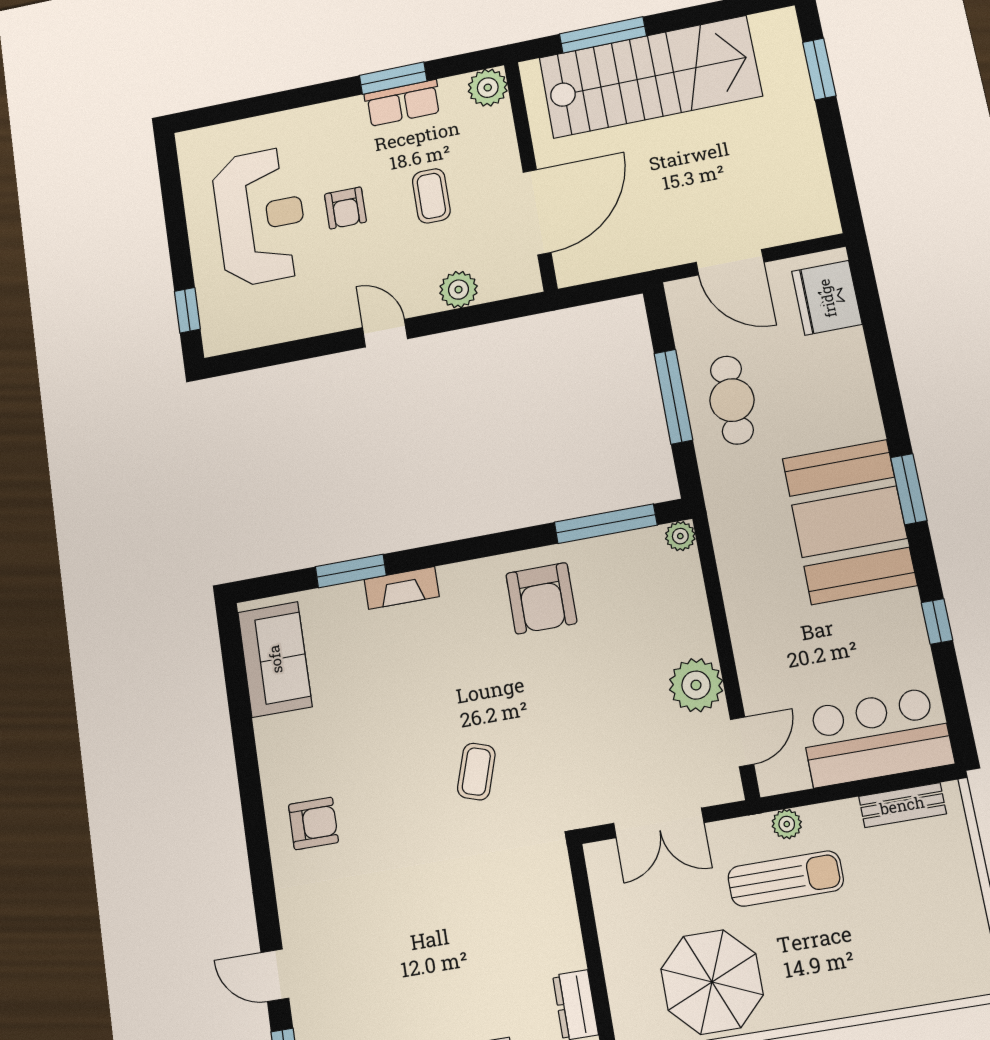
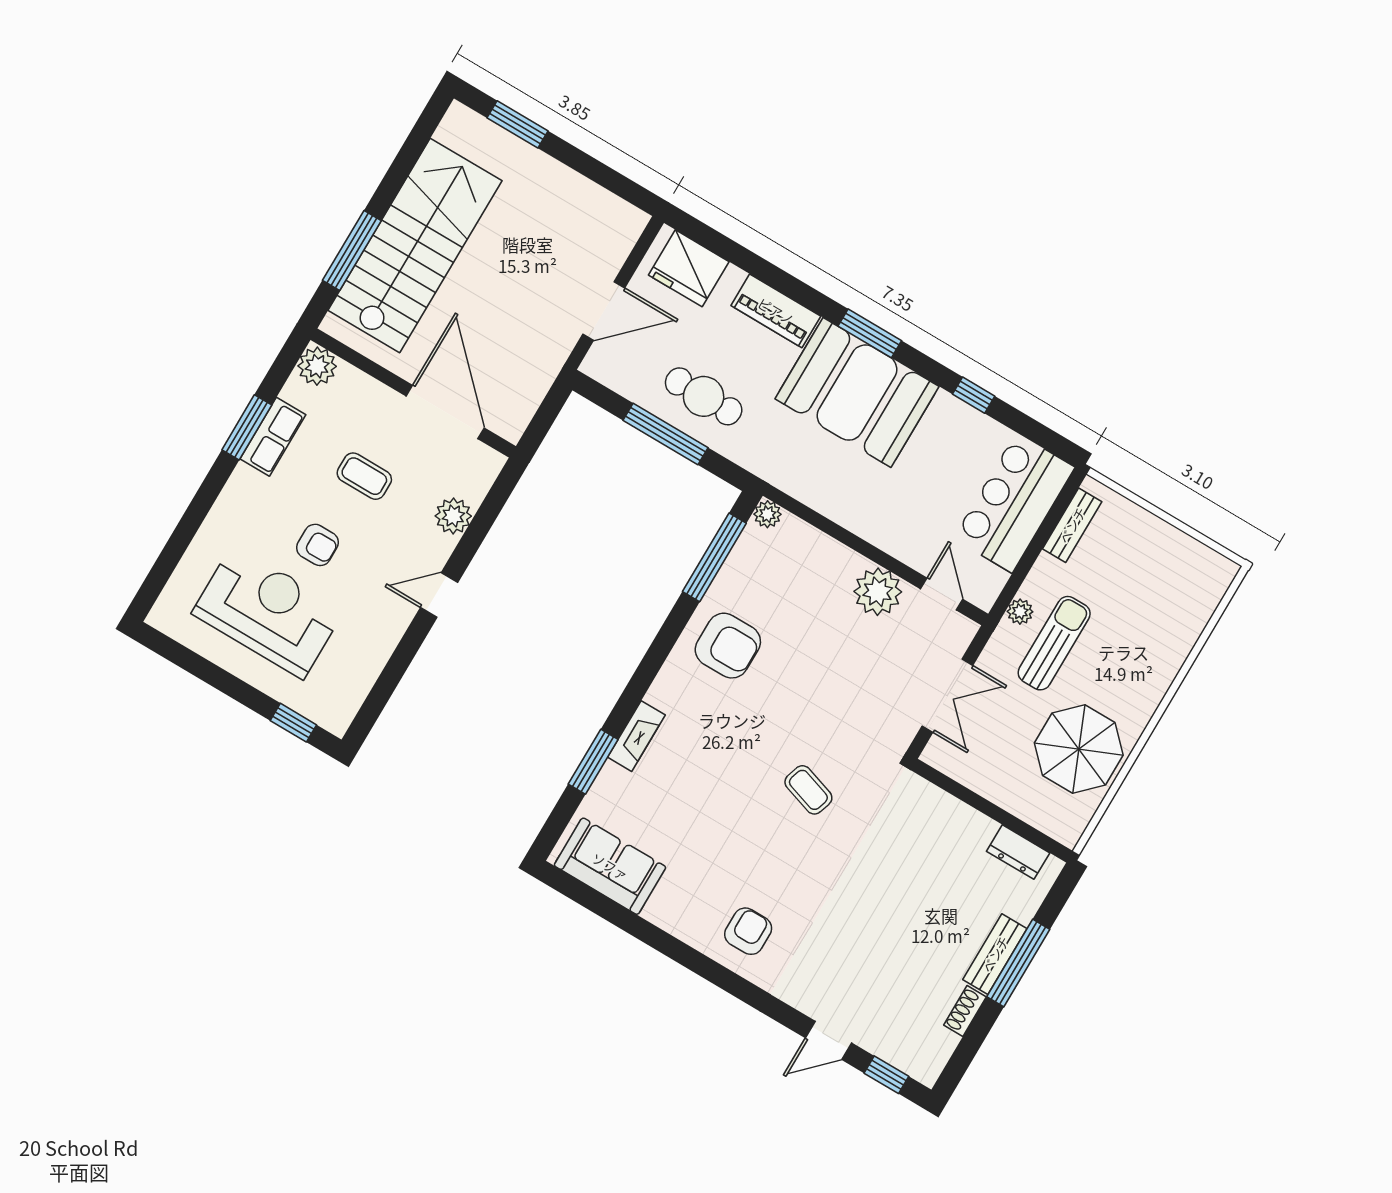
piano: (856, 397) -> (776, 311), added

